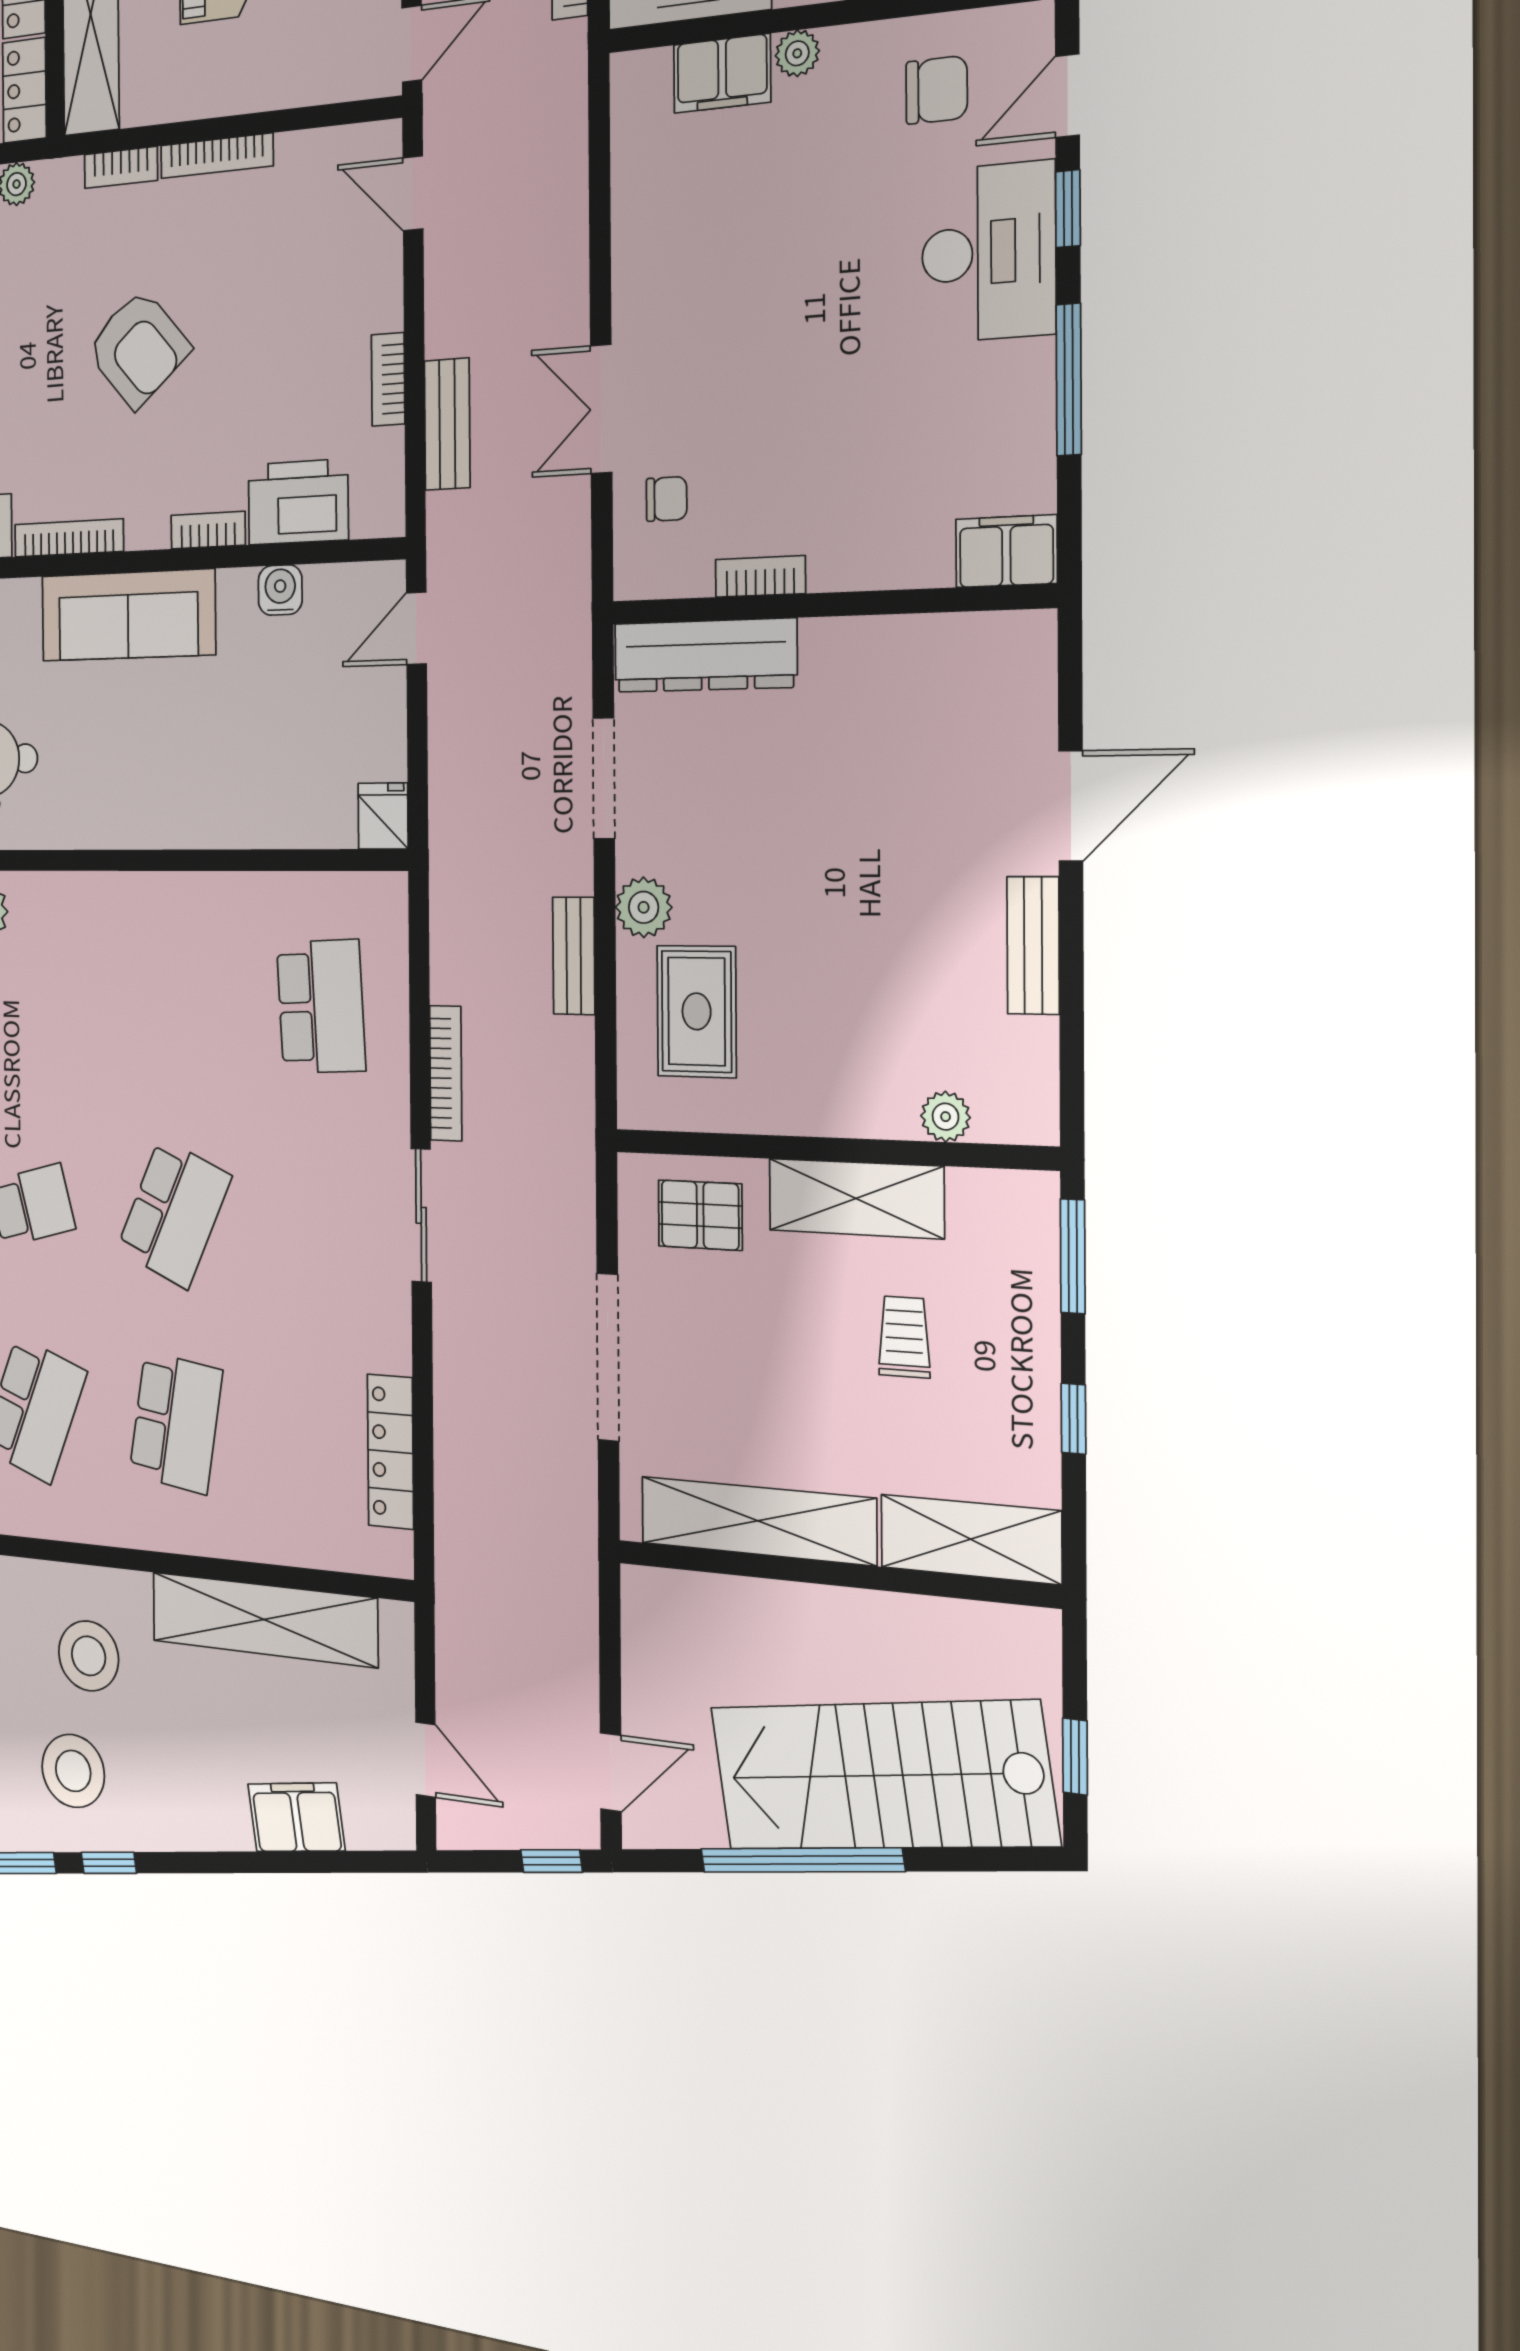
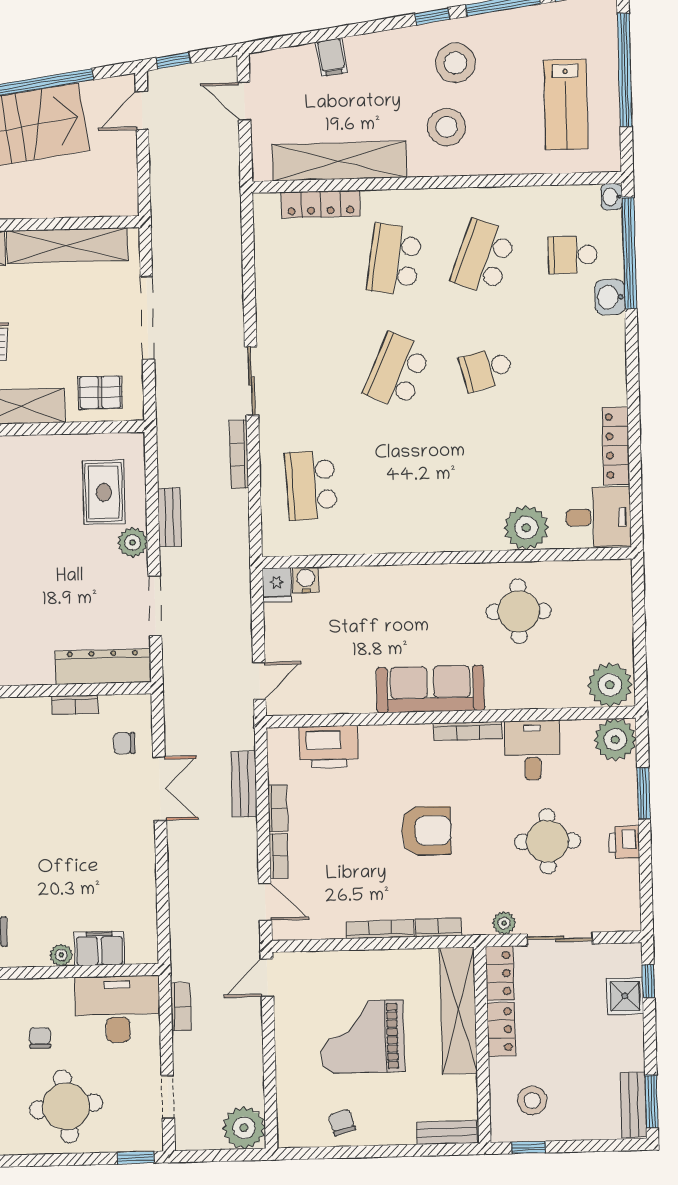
armchair: (138, 348) -> (426, 831), turned 131
bookcase: (208, 530) -> (279, 856), moved, turned -90
water cooler: (280, 590) -> (306, 580), moved, turned 180
locker: (390, 1452) -> (321, 204), moved, turned 90
filing cabinet: (296, 1817) -> (331, 57), width x0.50

